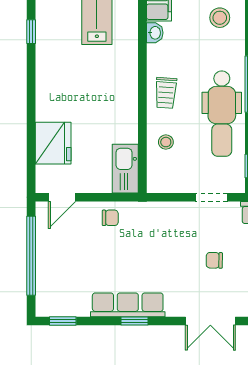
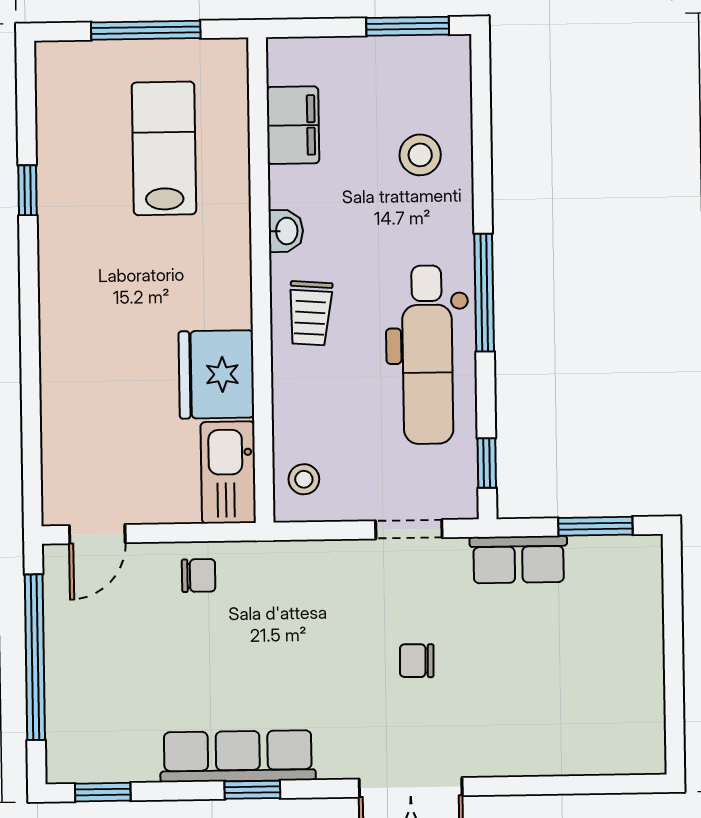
washbasin: (155, 33) -> (286, 231), moved
stool: (166, 142) -> (304, 479), moved
fridge: (53, 143) -> (216, 374), moved, turned 180

